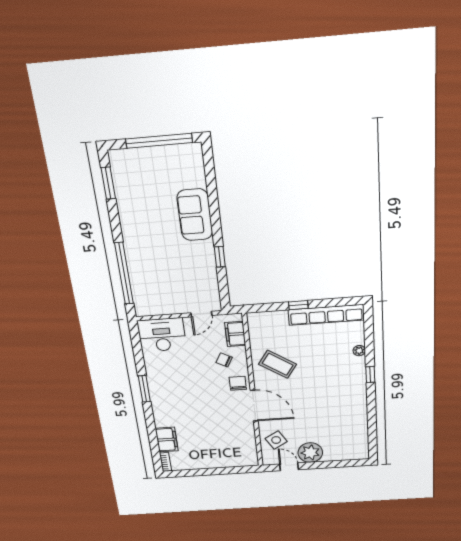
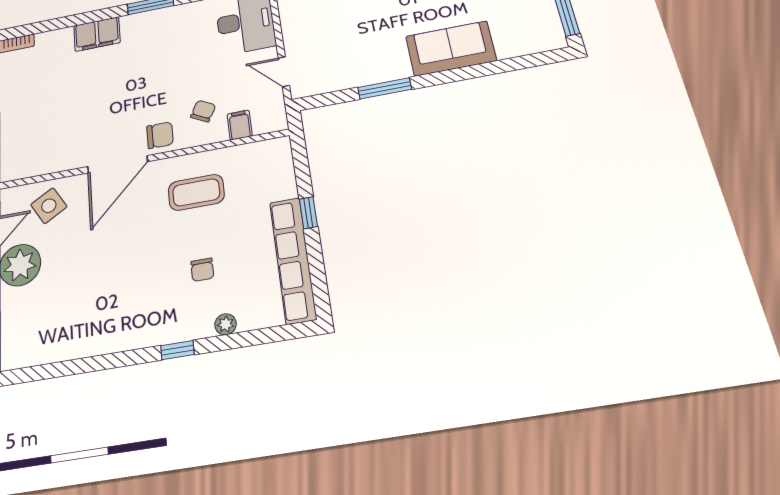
window: (220, 257) -> (385, 88), width x1.50
filing cabinet: (235, 334) -> (240, 125), width x0.50
chair: (326, 362) -> (202, 270), added
coffee table: (278, 364) -> (196, 192), turned 56
filing cabinet: (167, 440) -> (97, 34), moved

